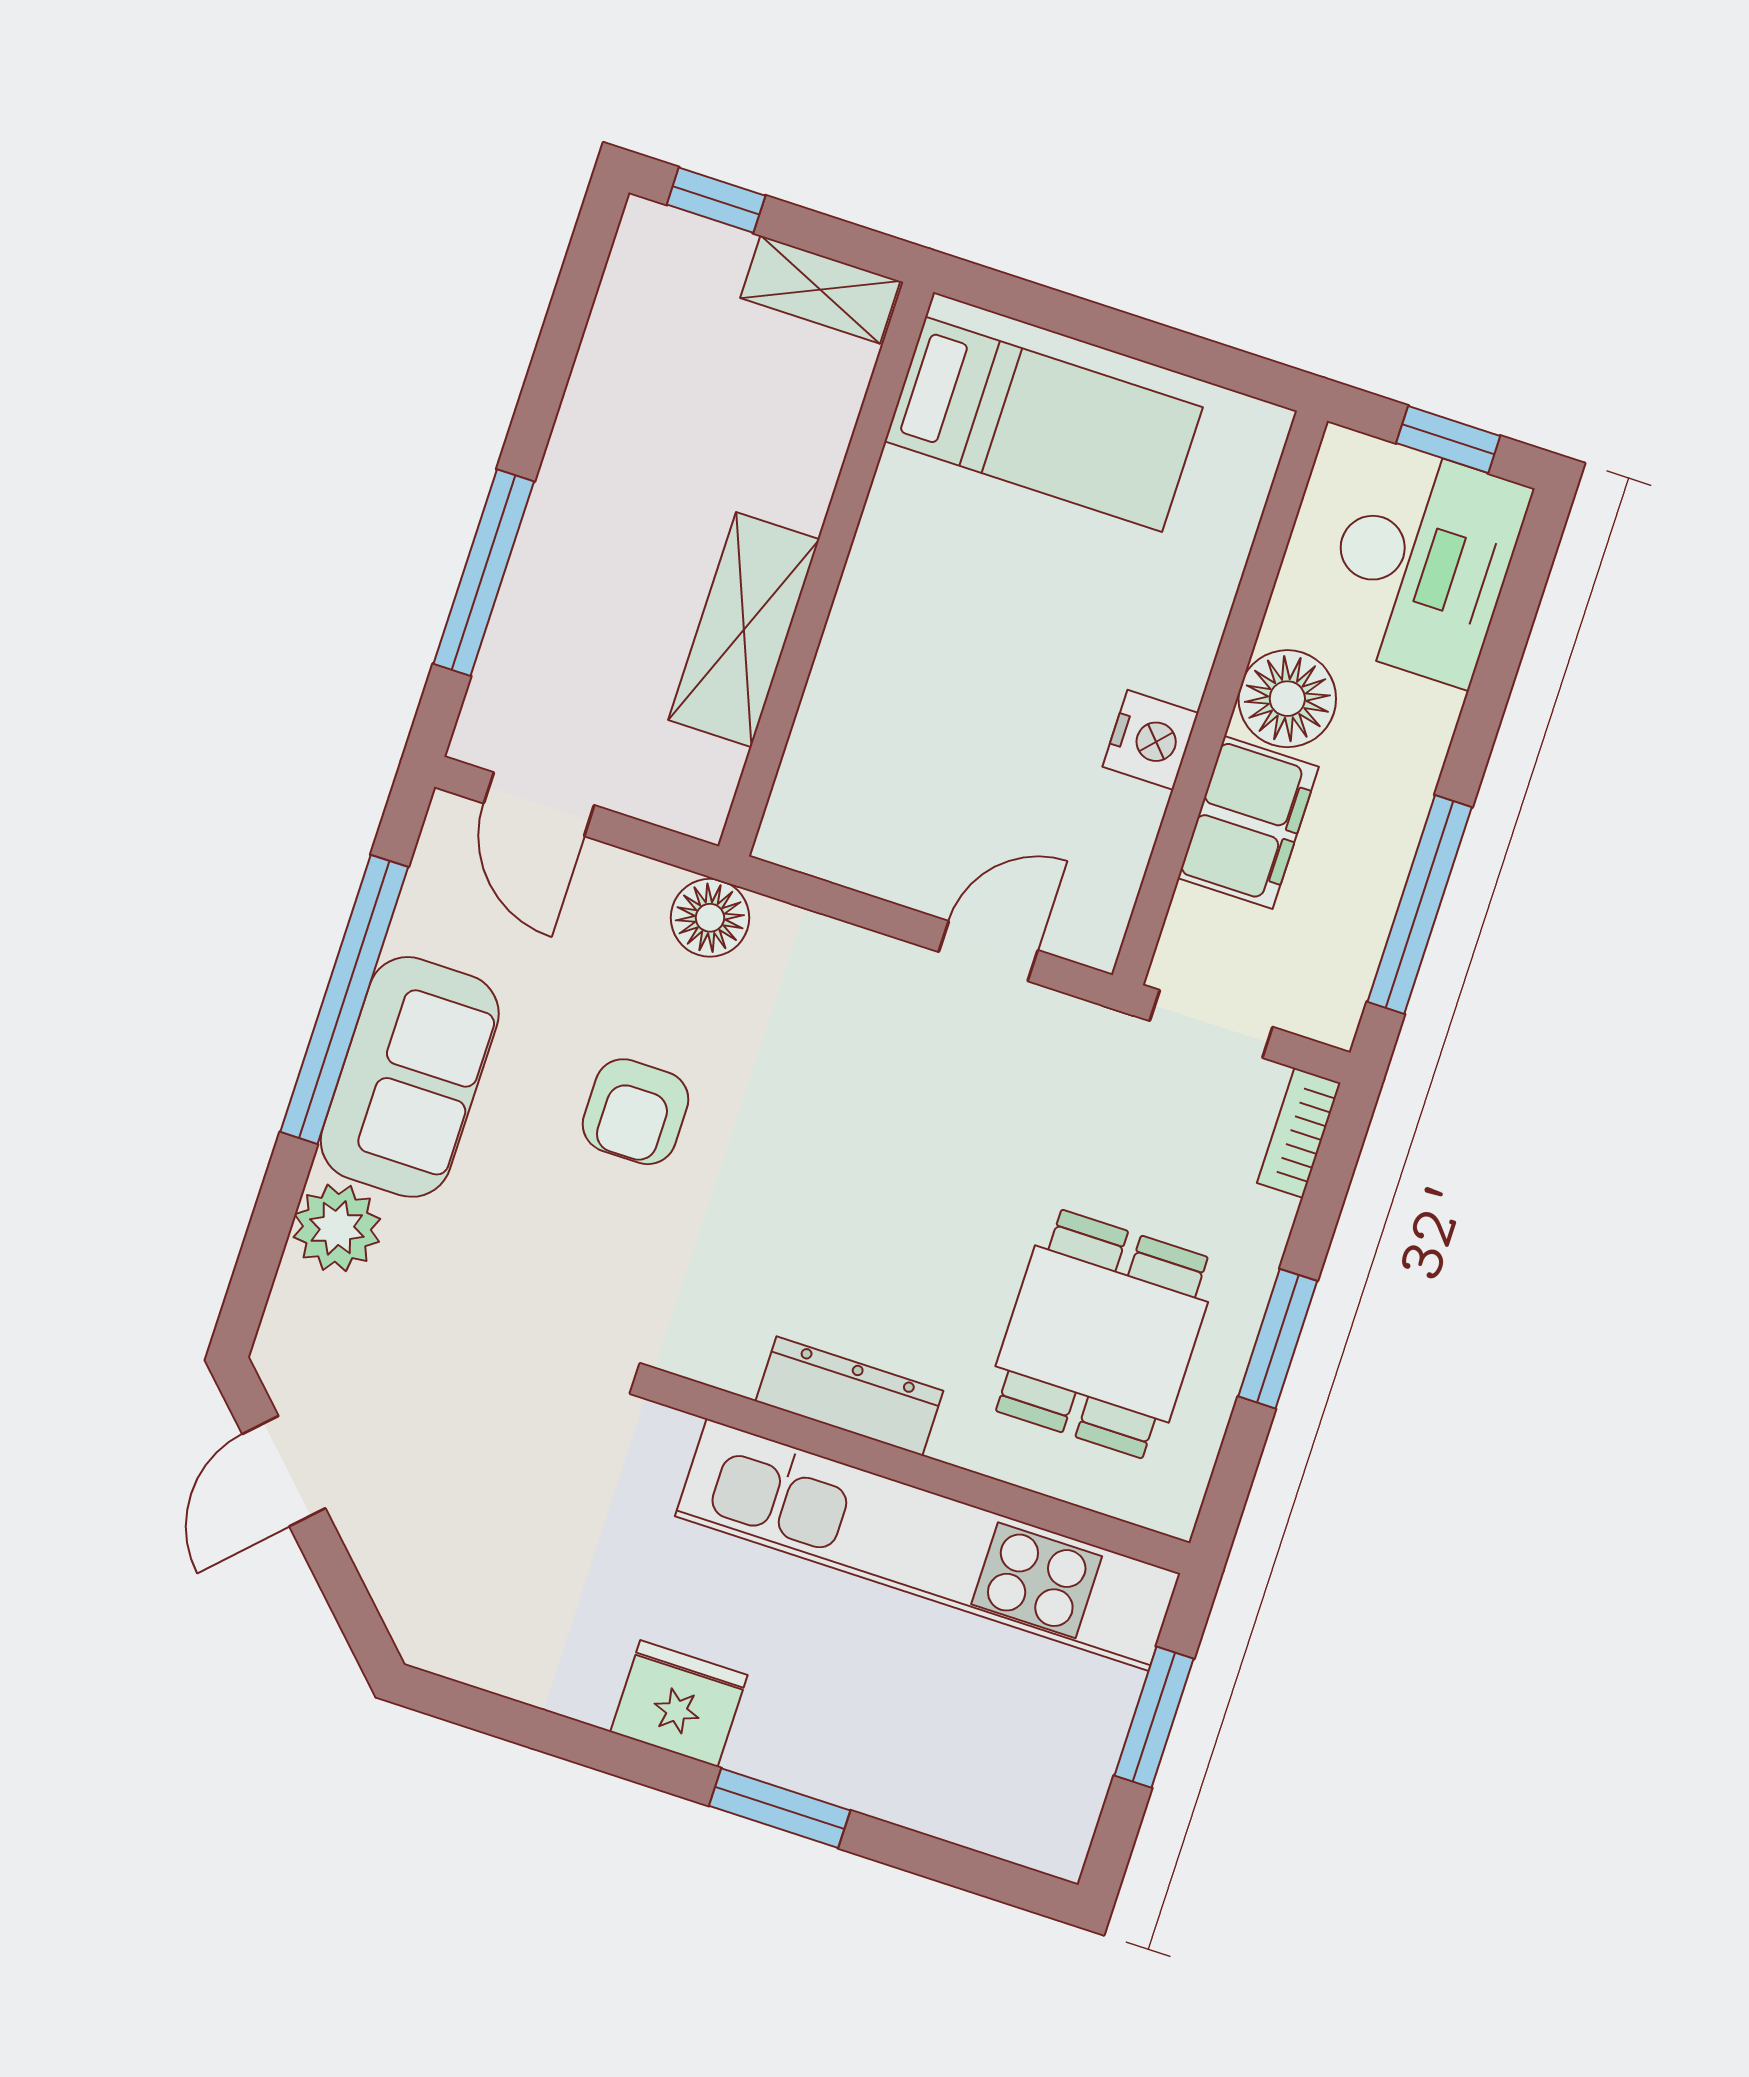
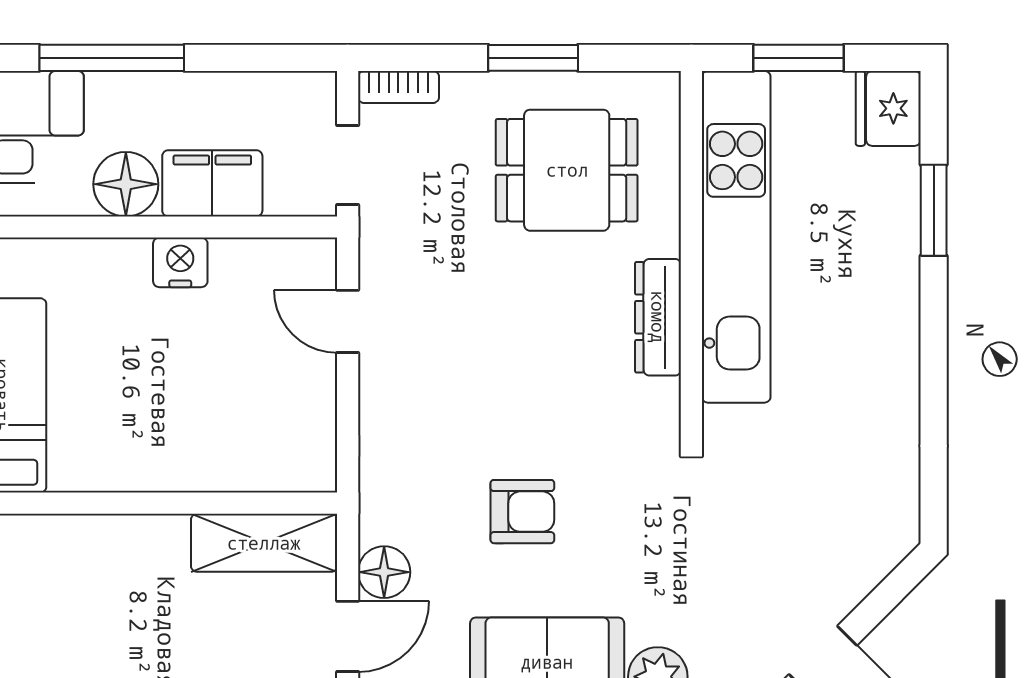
shelving: (744, 630) -> (264, 543), moved
window: (1420, 904) -> (112, 58), moved
floor lamp: (710, 918) -> (384, 572), moved
fridge: (679, 1704) -> (888, 108), moved
window: (780, 1808) -> (934, 210), moved

